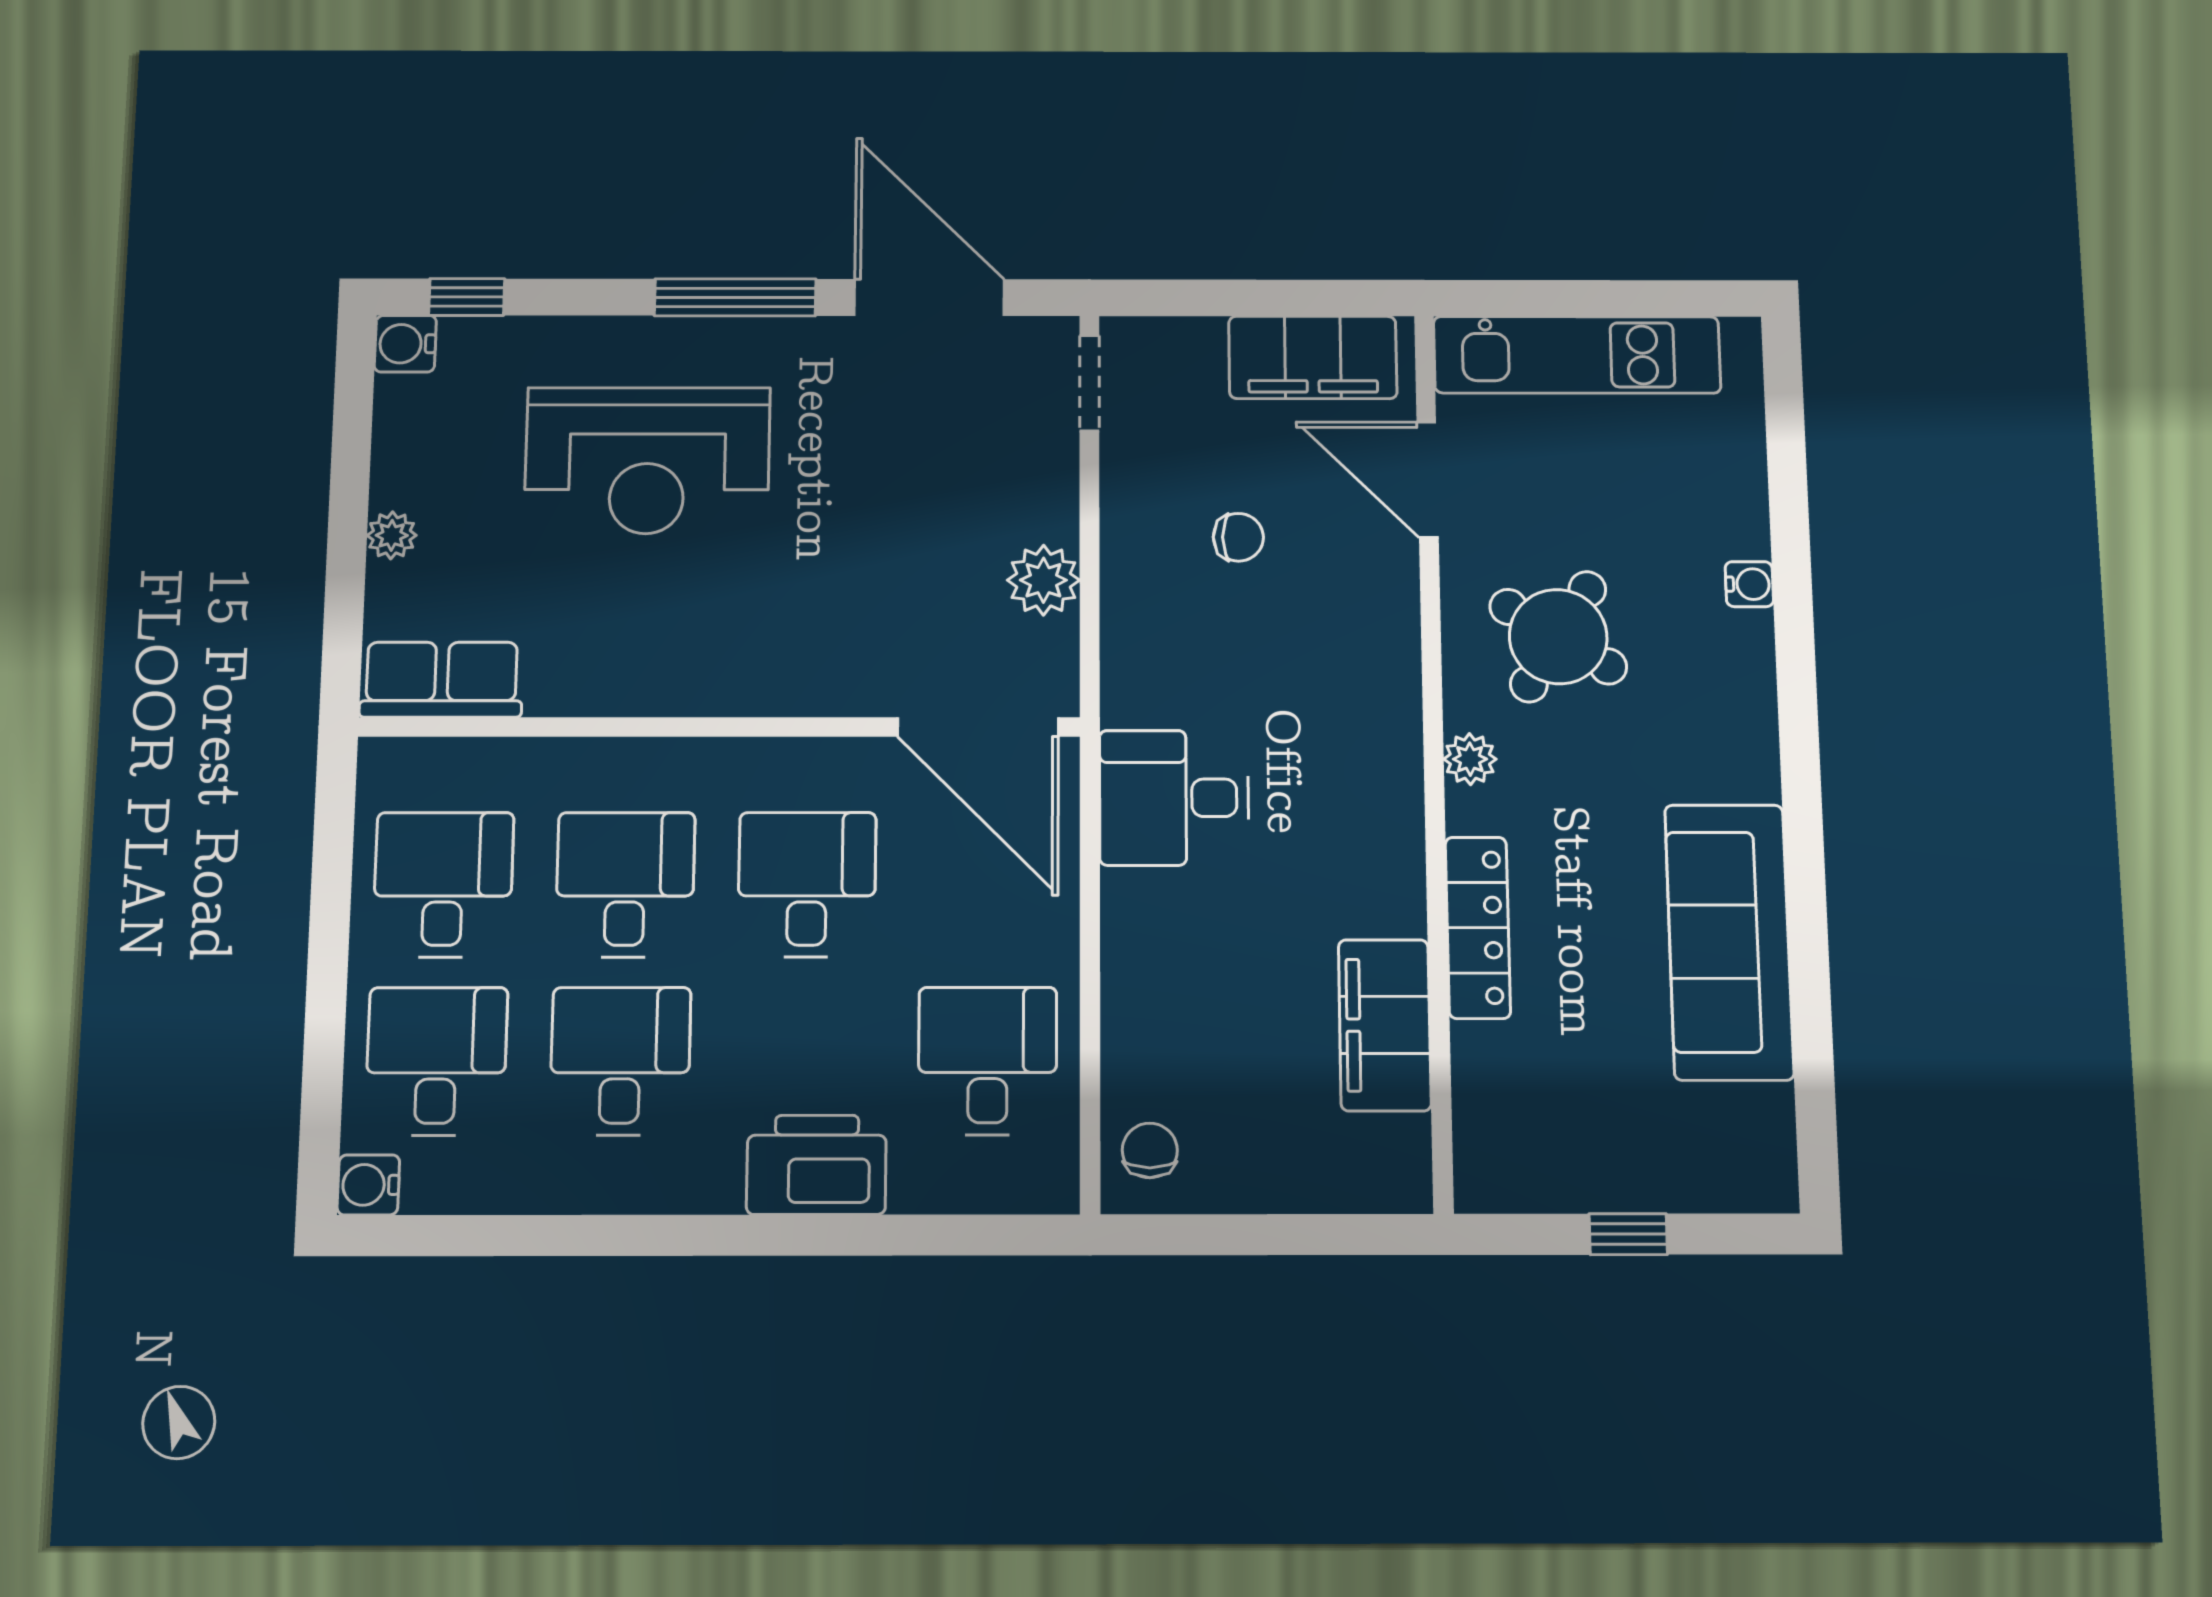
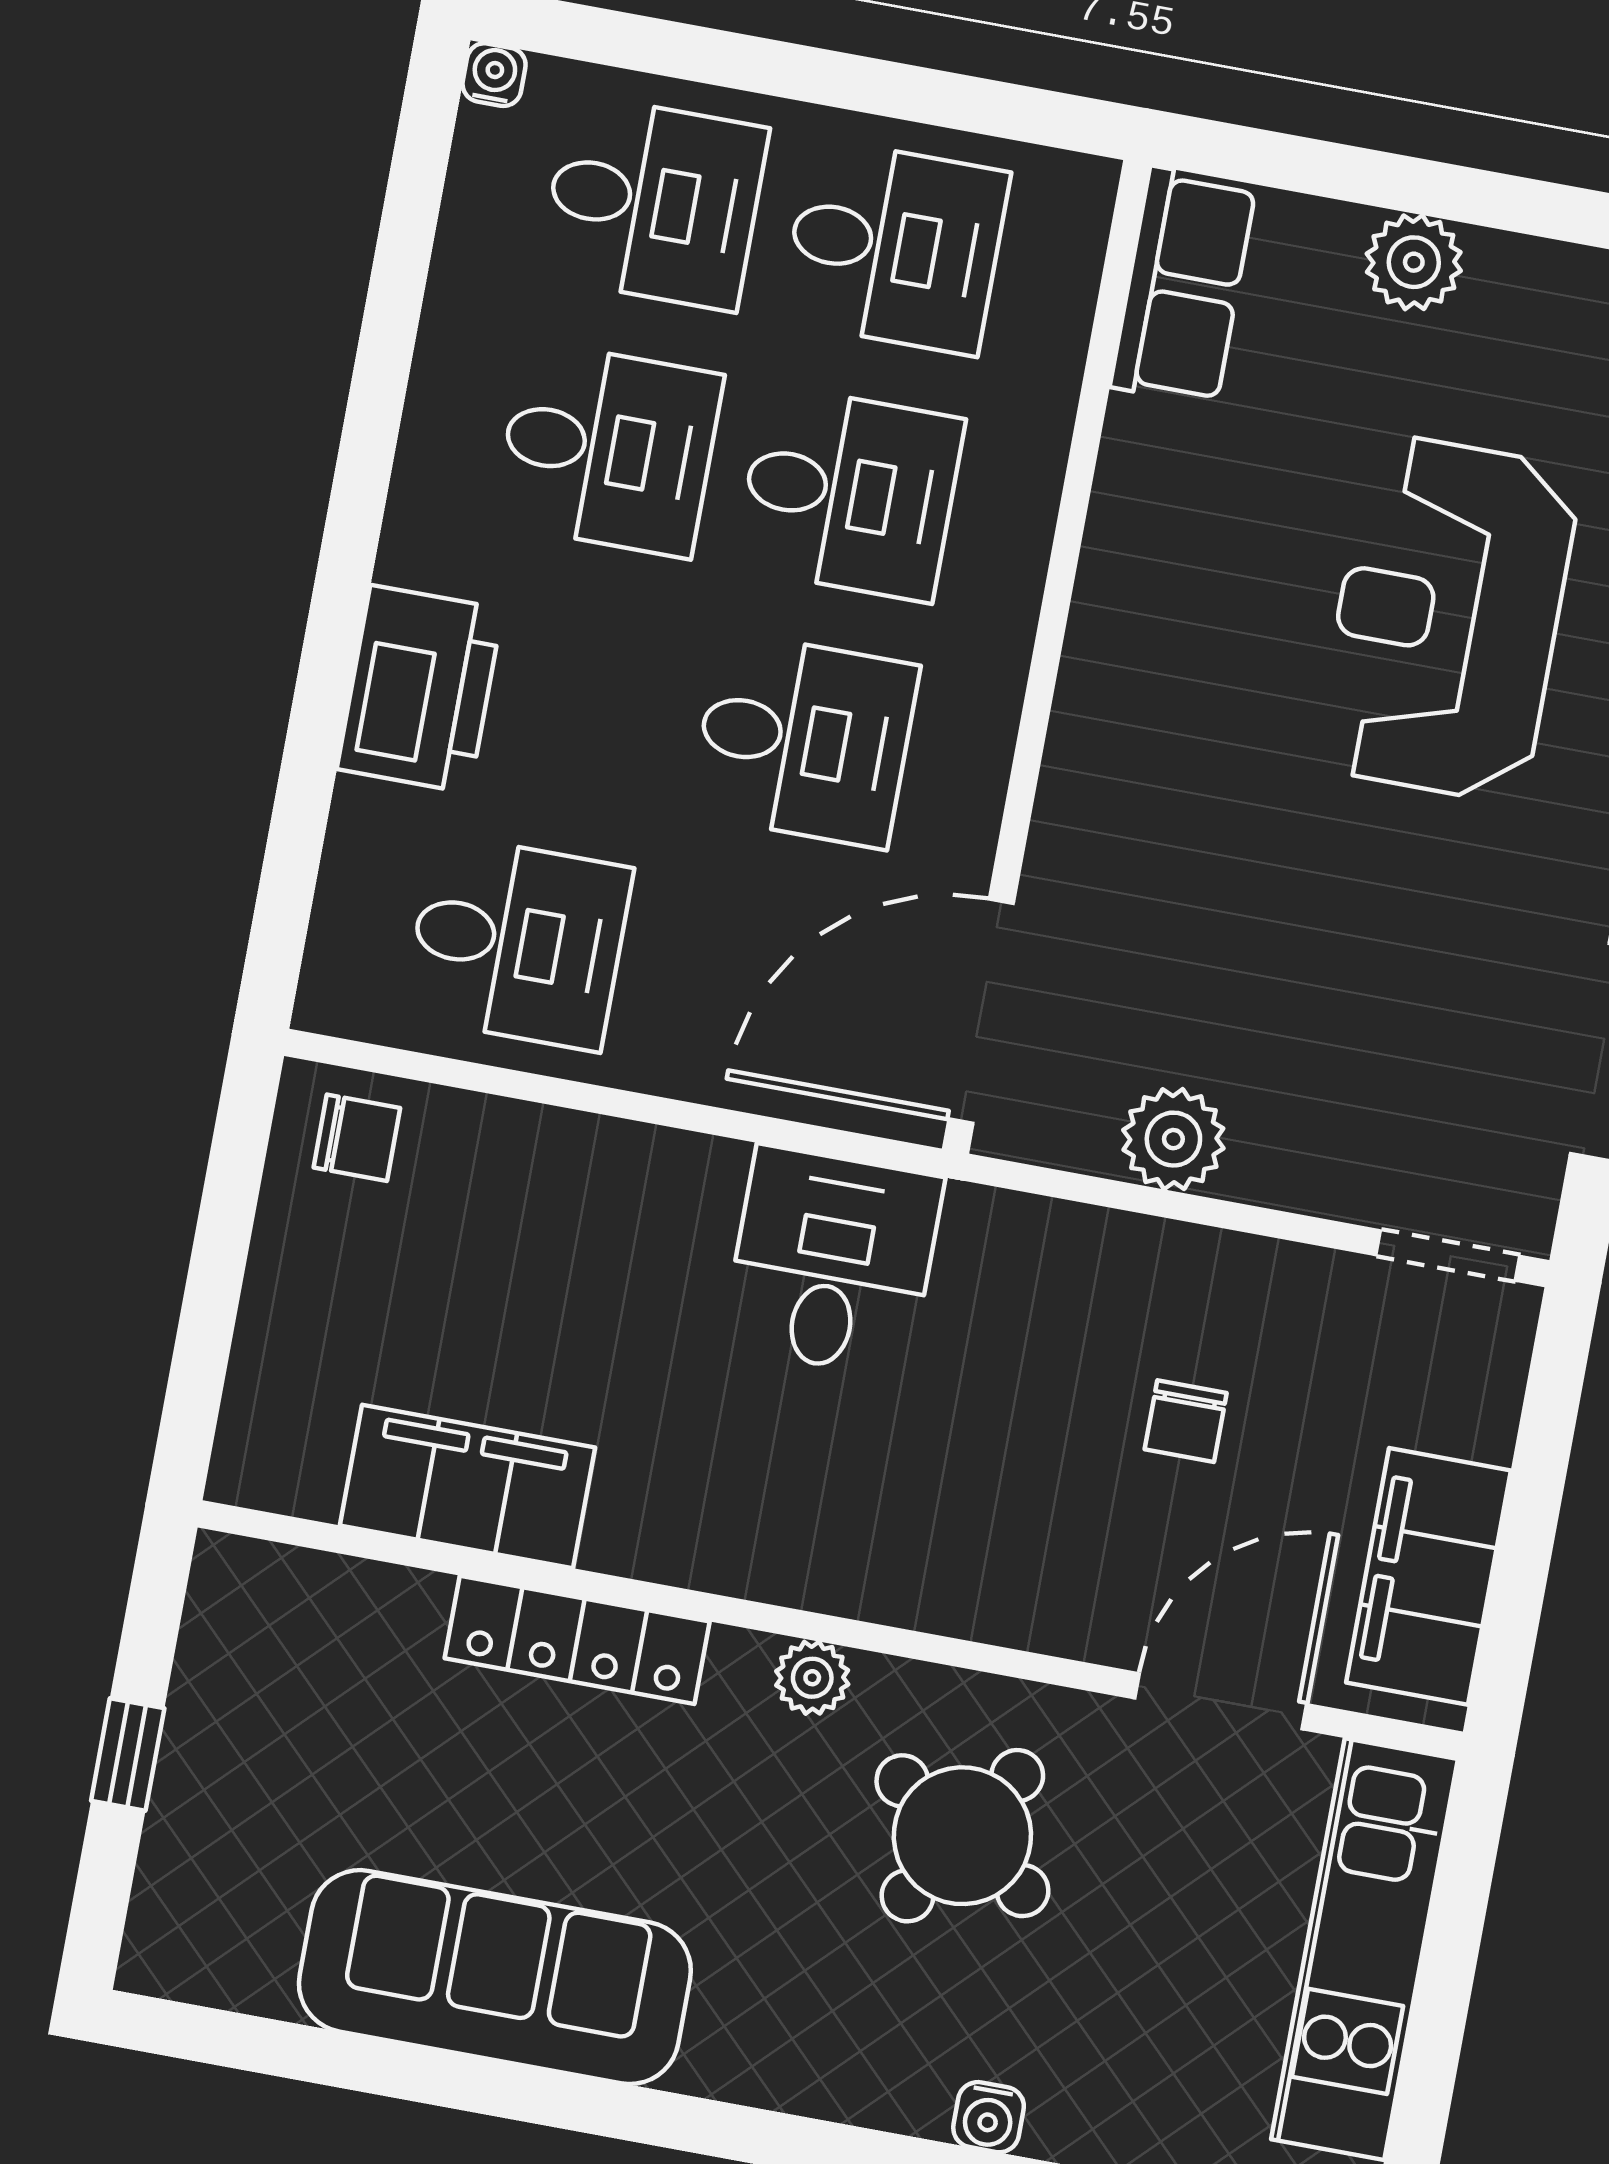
plant: (392, 535) -> (1414, 262), width x1.38, depth x1.38
water cooler: (368, 1185) -> (494, 75), width x0.72, depth x0.72

